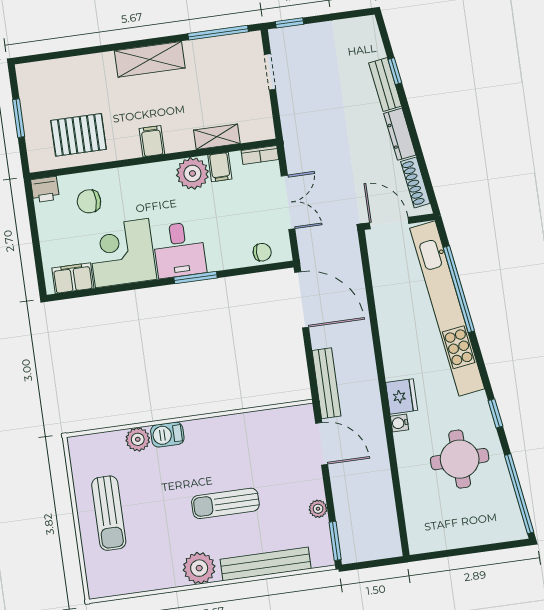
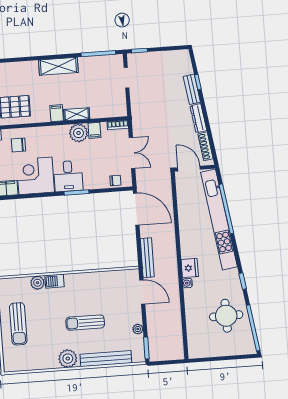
shelving: (217, 137) -> (77, 114), moved
round table: (460, 459) -> (226, 316), moved

